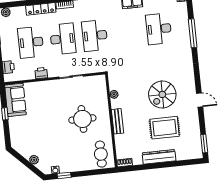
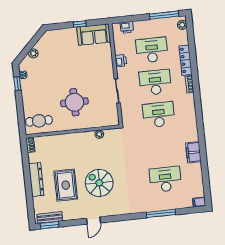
desk: (63, 39) -> (155, 82), turned 180
bench: (117, 121) -> (50, 218), moved

